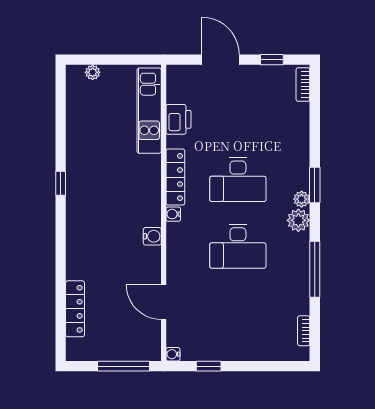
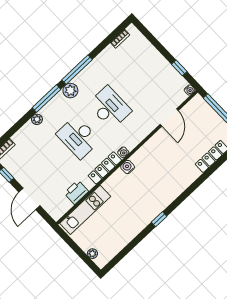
desk: (238, 180) -> (78, 137), turned 180
window: (315, 185) -> (46, 99), width x1.44
plant: (302, 199) -> (37, 119), moved
water cooler: (152, 236) -> (128, 167), moved
window: (315, 269) -> (77, 70), moved

